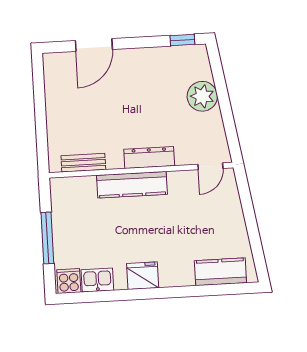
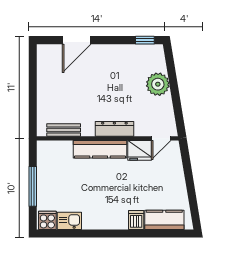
dishwasher: (184, 274) -> (136, 220), added
fridge: (143, 276) -> (140, 150), moved, turned 180

